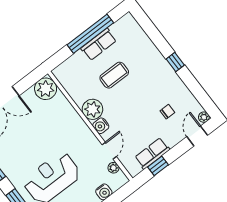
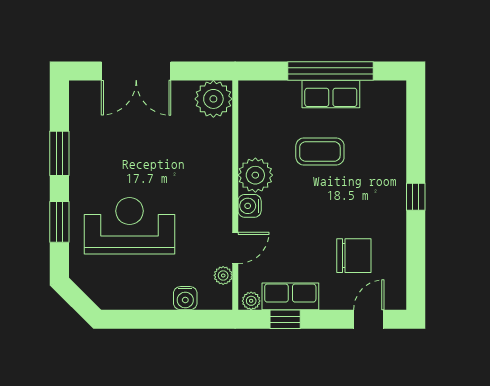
chair: (167, 112) -> (354, 256), width x1.87, depth x1.87
plant: (204, 117) -> (251, 301), moved

